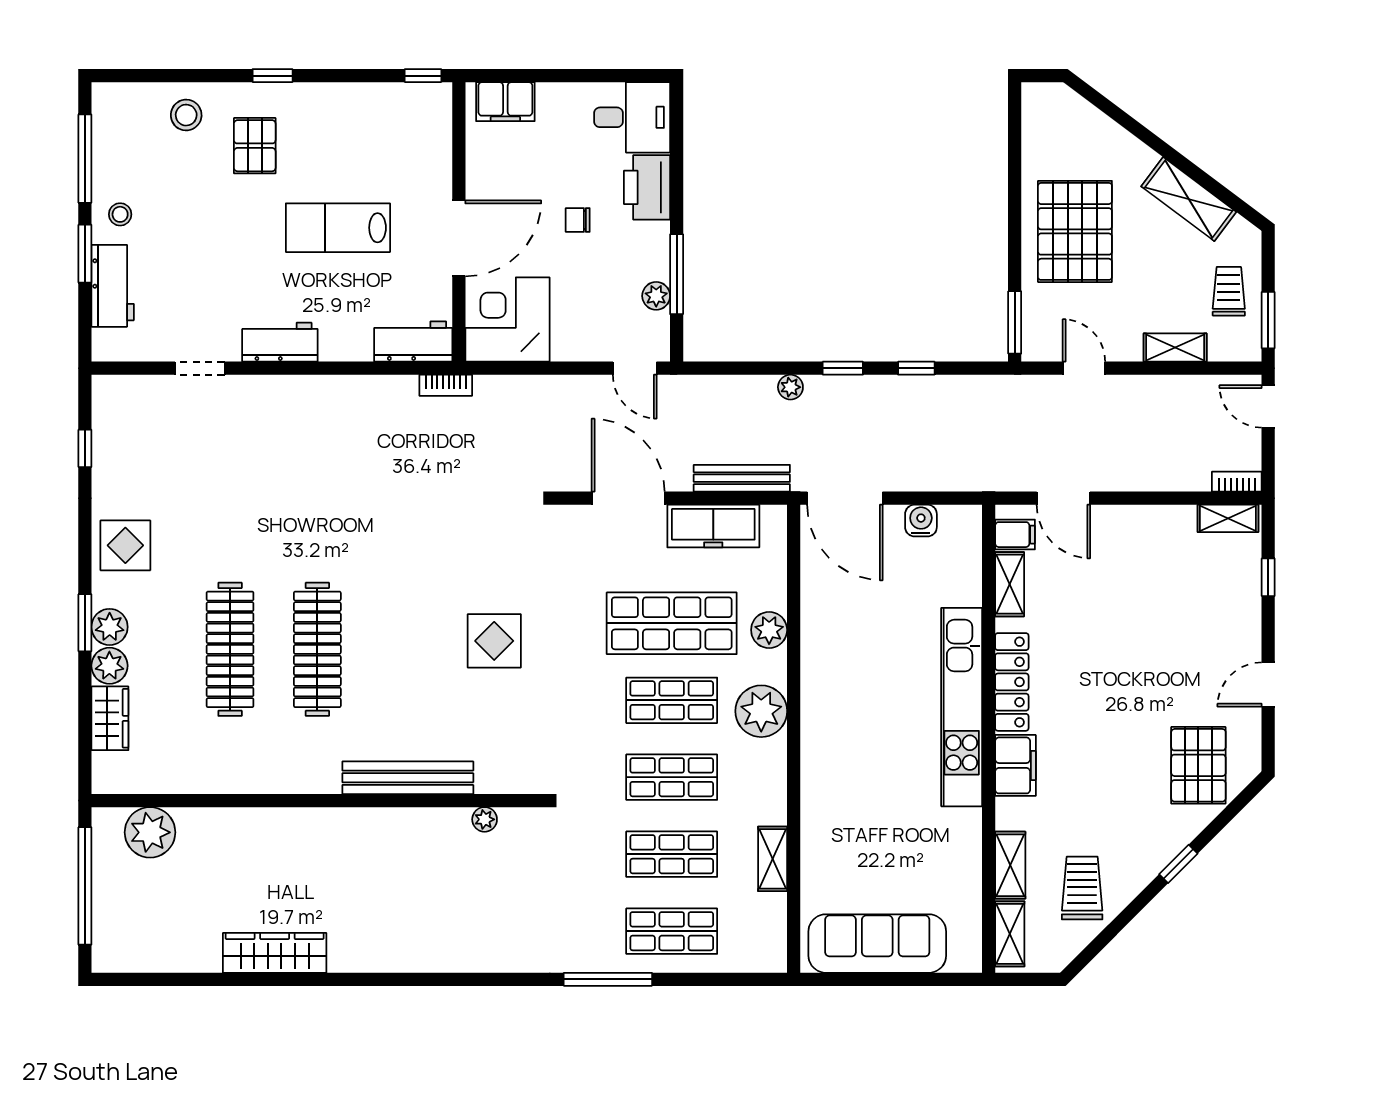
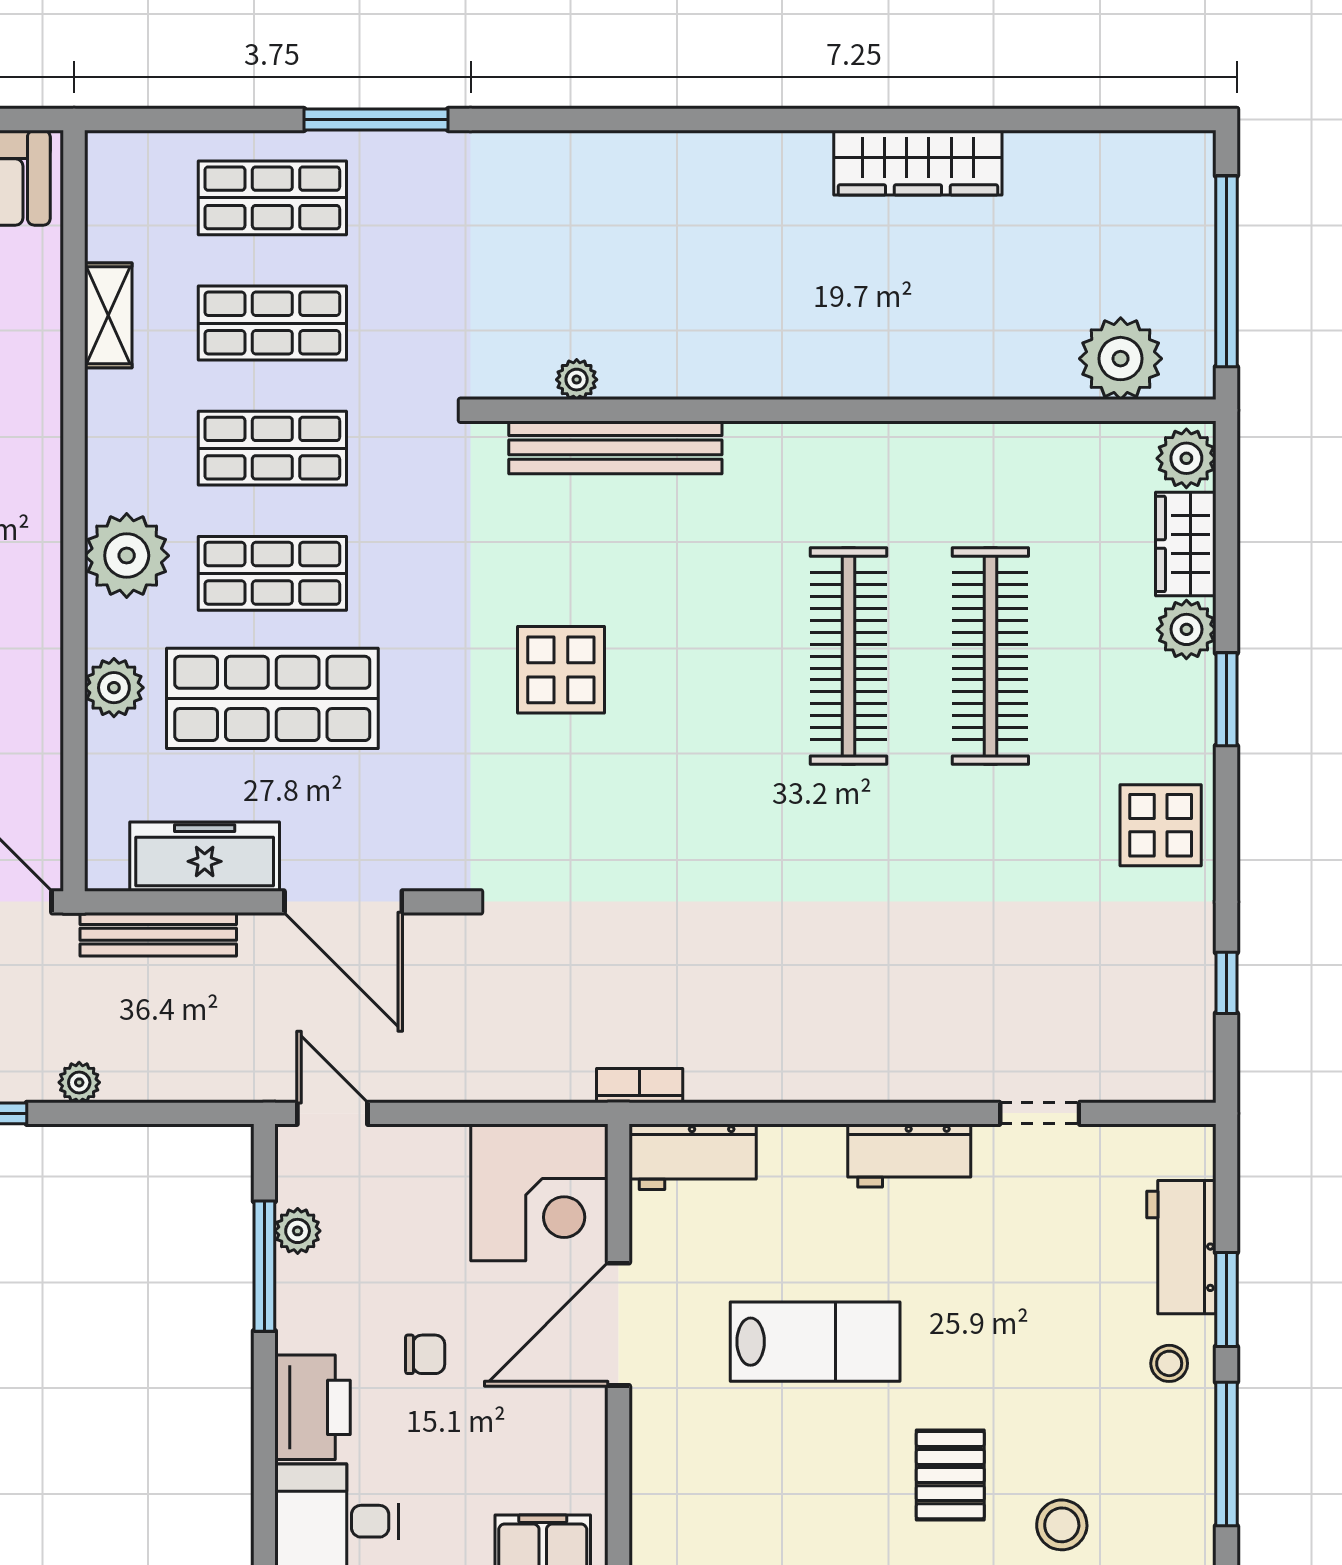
plant: (110, 627) -> (1186, 458), moved
bench: (408, 778) -> (615, 447), moved

